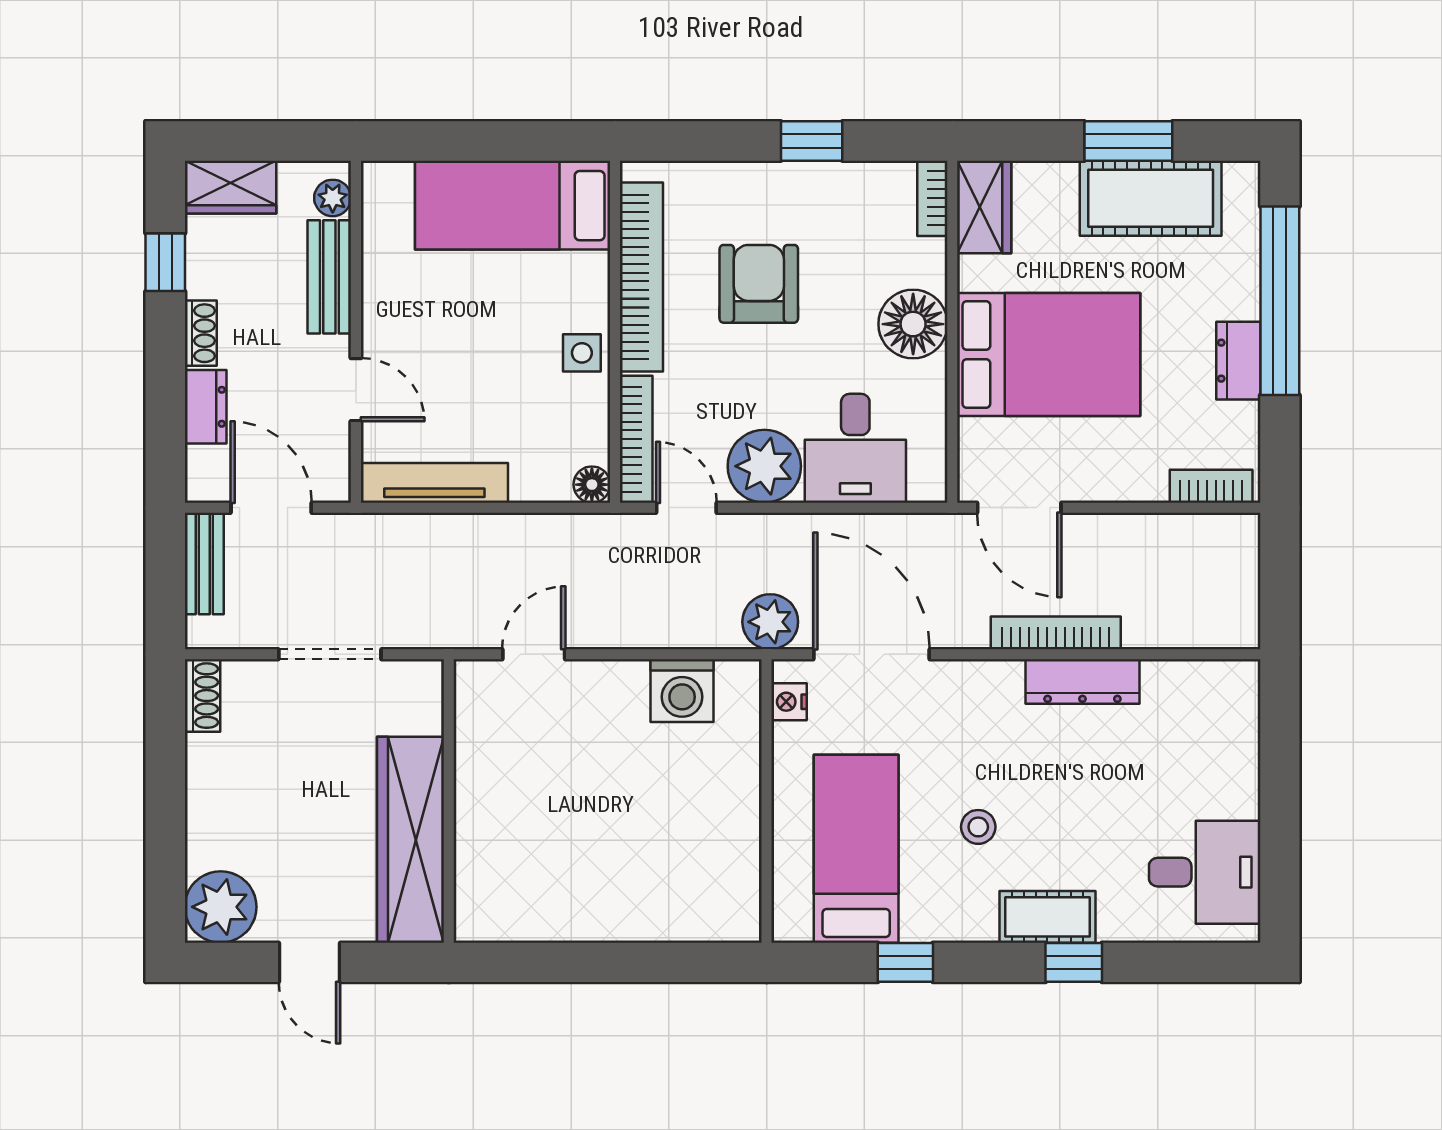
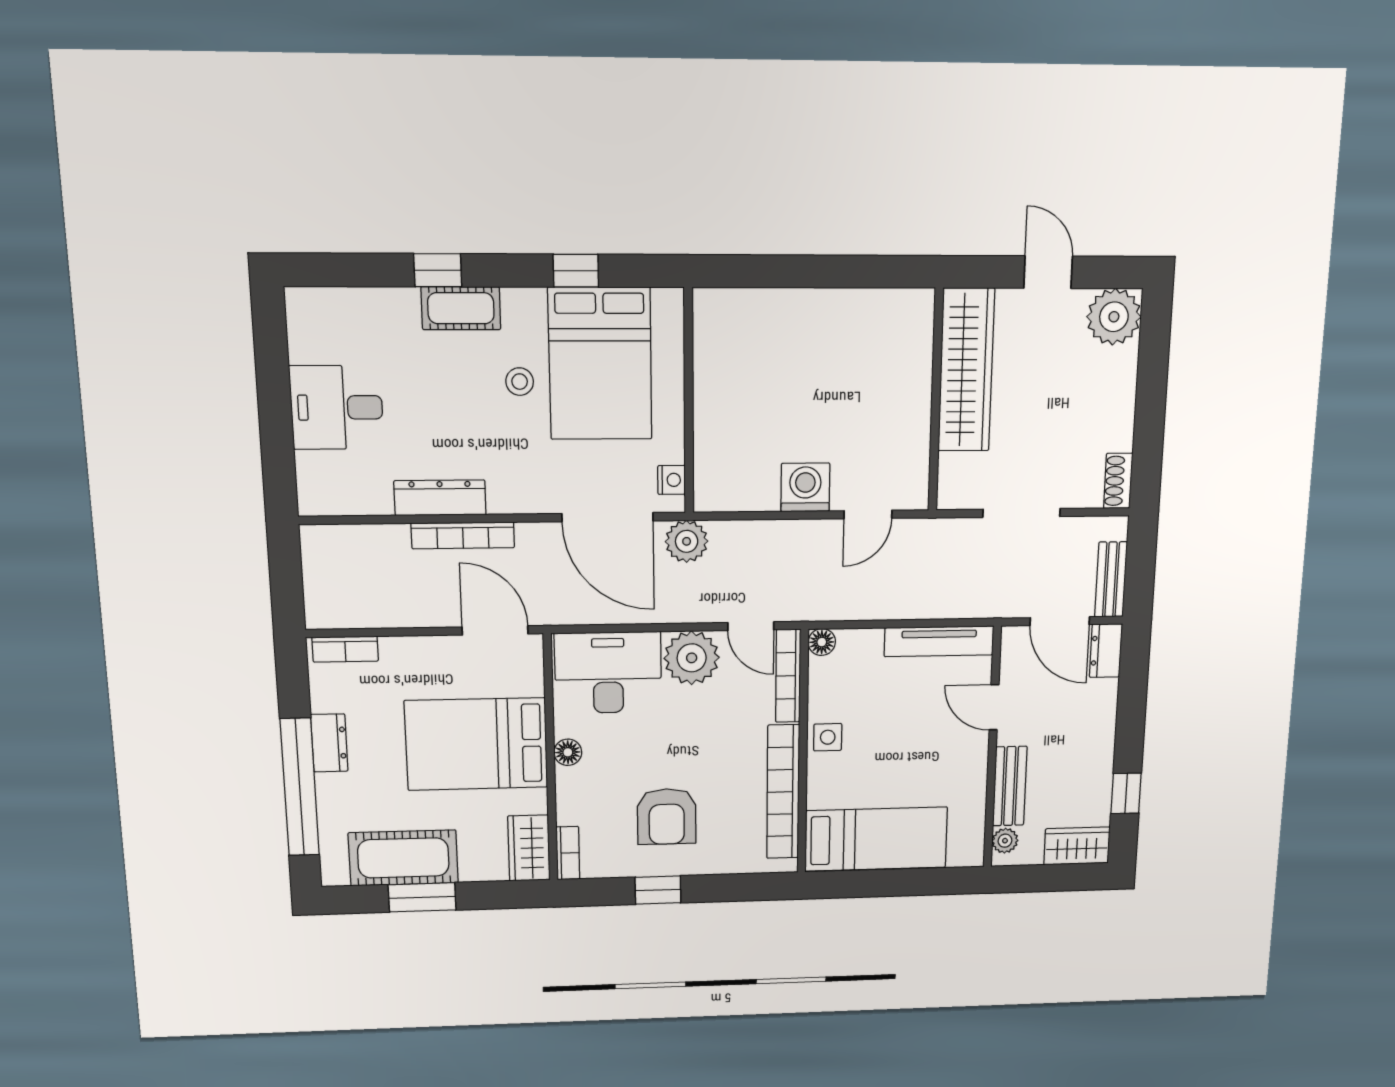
armchair: (759, 284) -> (667, 817), moved
floor lamp: (913, 324) -> (568, 752), width x0.53, depth x0.53
shoe rack: (201, 333) -> (1104, 745), removed
dresser: (206, 407) -> (1106, 651), moved
desk: (855, 448) -> (608, 673), width x1.37
washing machine: (682, 691) -> (805, 487), moved
bed: (856, 849) -> (600, 364), width x1.50
desk: (1205, 872) -> (337, 407), moved

